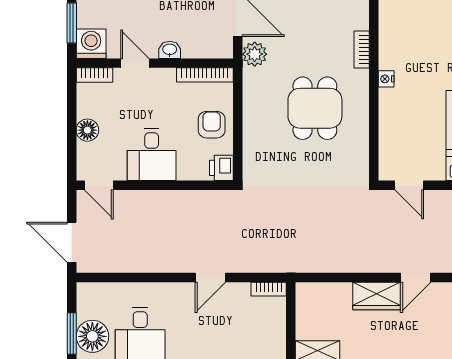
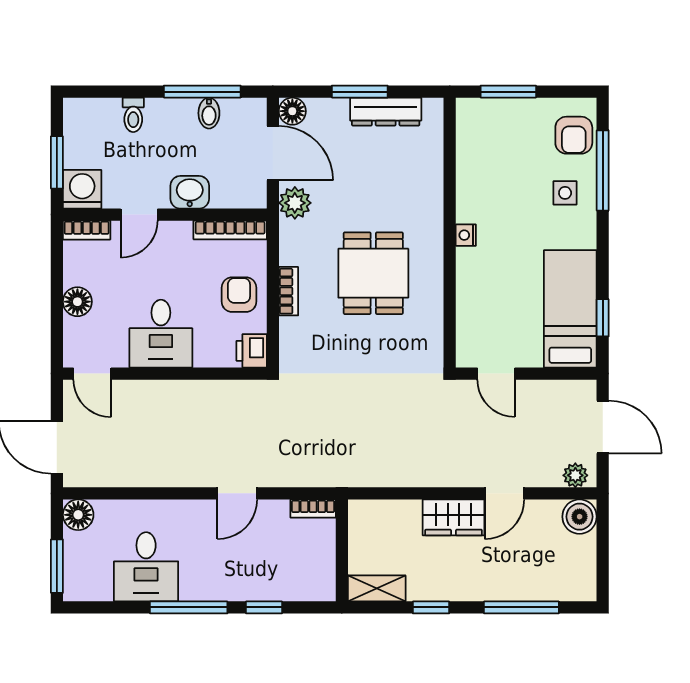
washbasin: (170, 50) -> (190, 192), width x1.38, depth x1.45
bookcase: (362, 50) -> (288, 291), moved, turned 180
door: (135, 63) -> (139, 215), swing flipped
floor lamp: (92, 336) -> (78, 515), moved, width x0.73, depth x0.73

